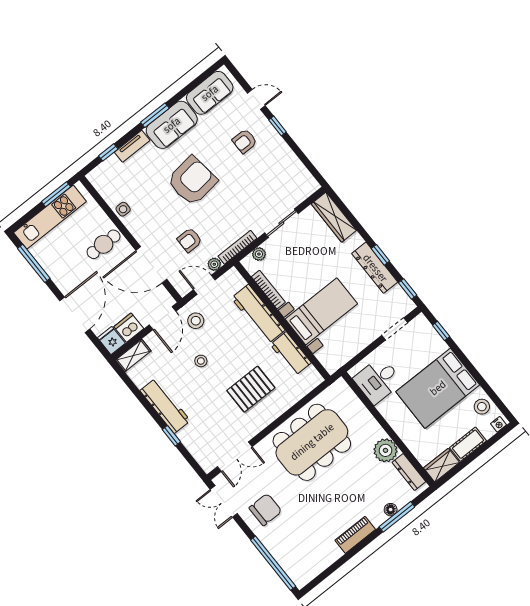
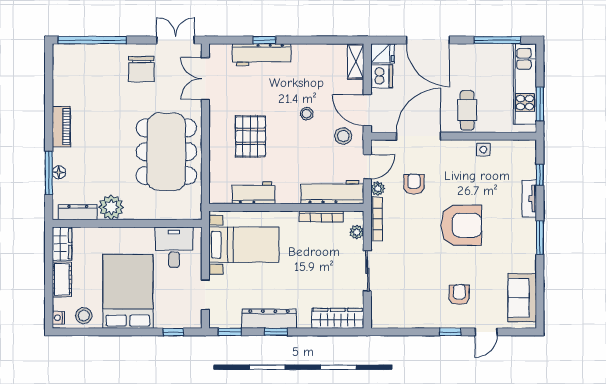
sofa: (172, 125) -> (521, 245), removed
armchair: (192, 181) -> (461, 225), turned -83
bed with nightstands: (321, 311) -> (244, 245), moved, turned -90
workbench: (258, 314) -> (332, 192), moved
workbench: (165, 406) -> (261, 55), moved

